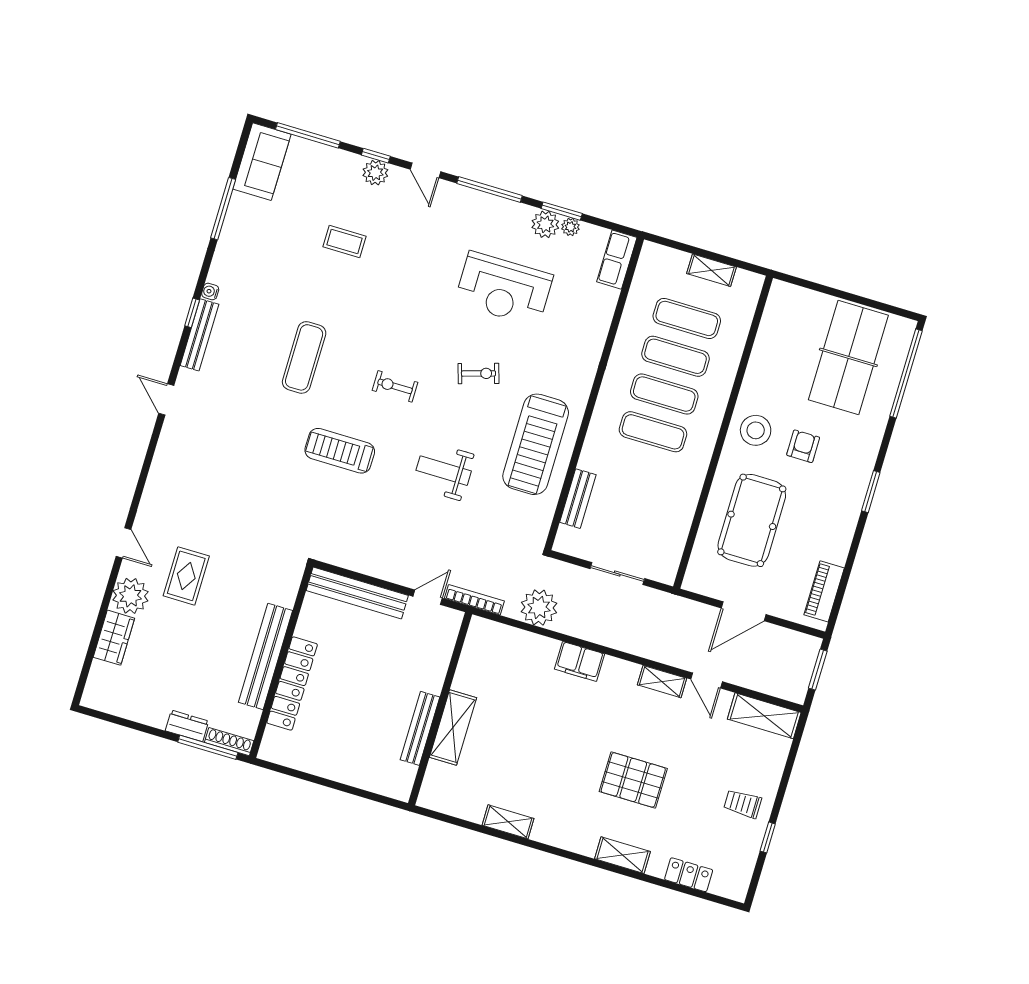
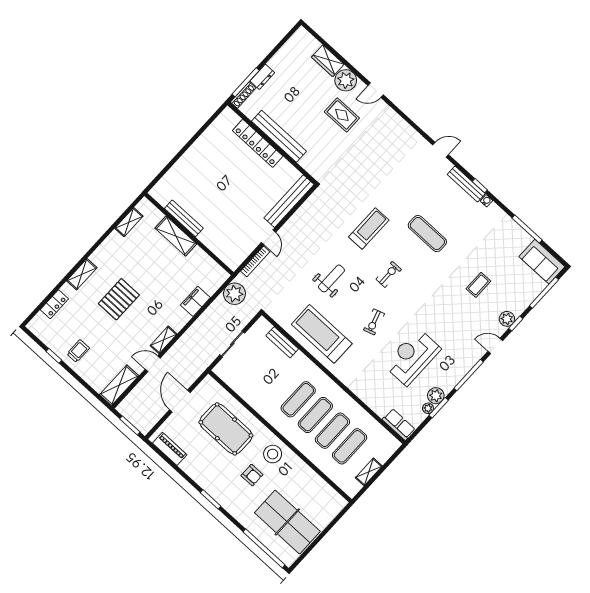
wall: (440, 709) -> (189, 234), moved
bench: (420, 728) -> (184, 218), moved
shelving: (453, 728) -> (176, 236), moved

